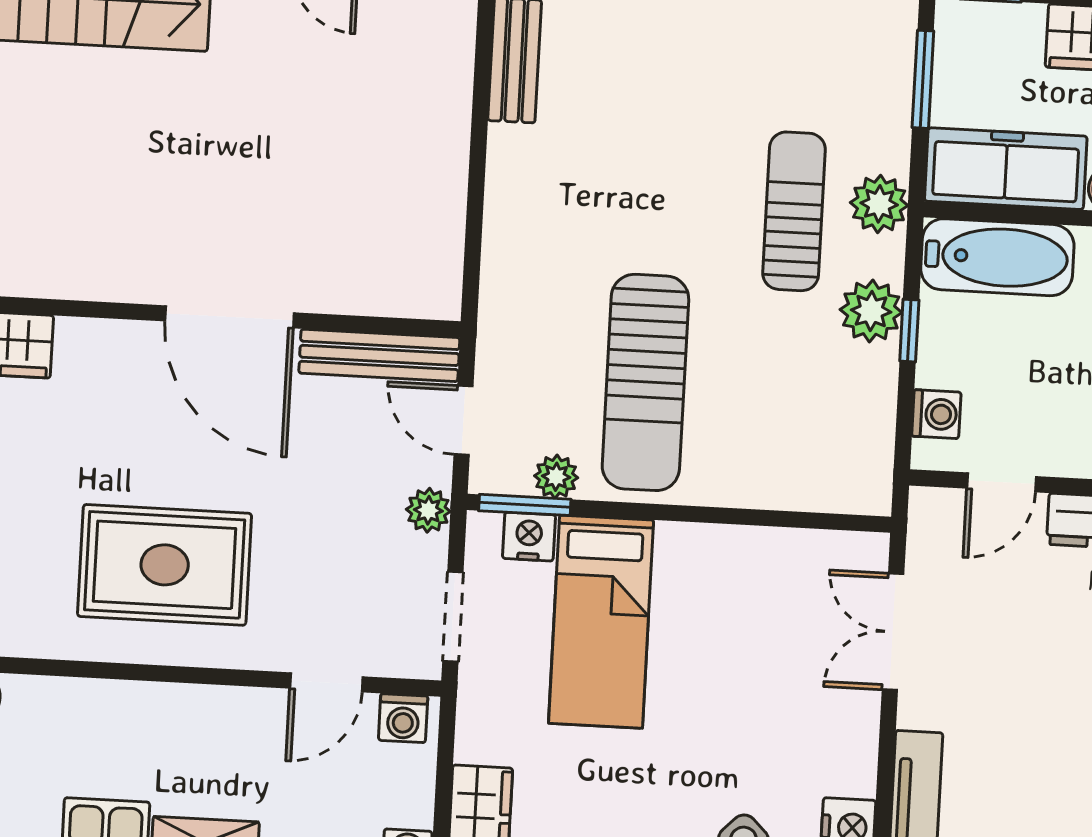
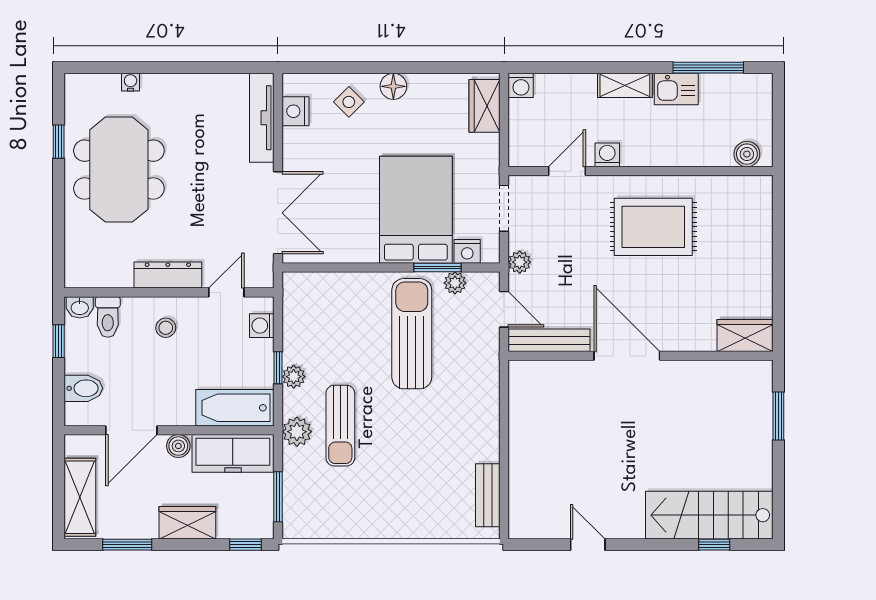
plant: (871, 311) -> (294, 377), width x0.73, depth x0.73
window: (525, 505) -> (438, 268), moved
bed: (601, 622) -> (416, 210), width x1.50
double door: (893, 632) -> (278, 213), width x1.37
washing machine: (403, 718) -> (607, 155), moved

